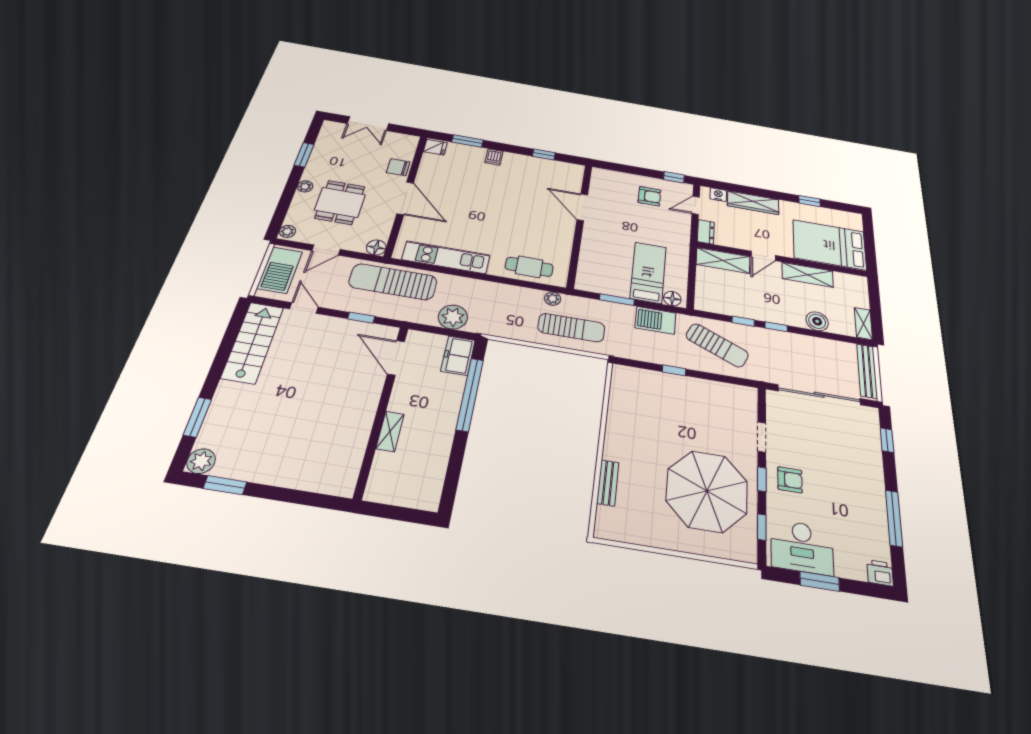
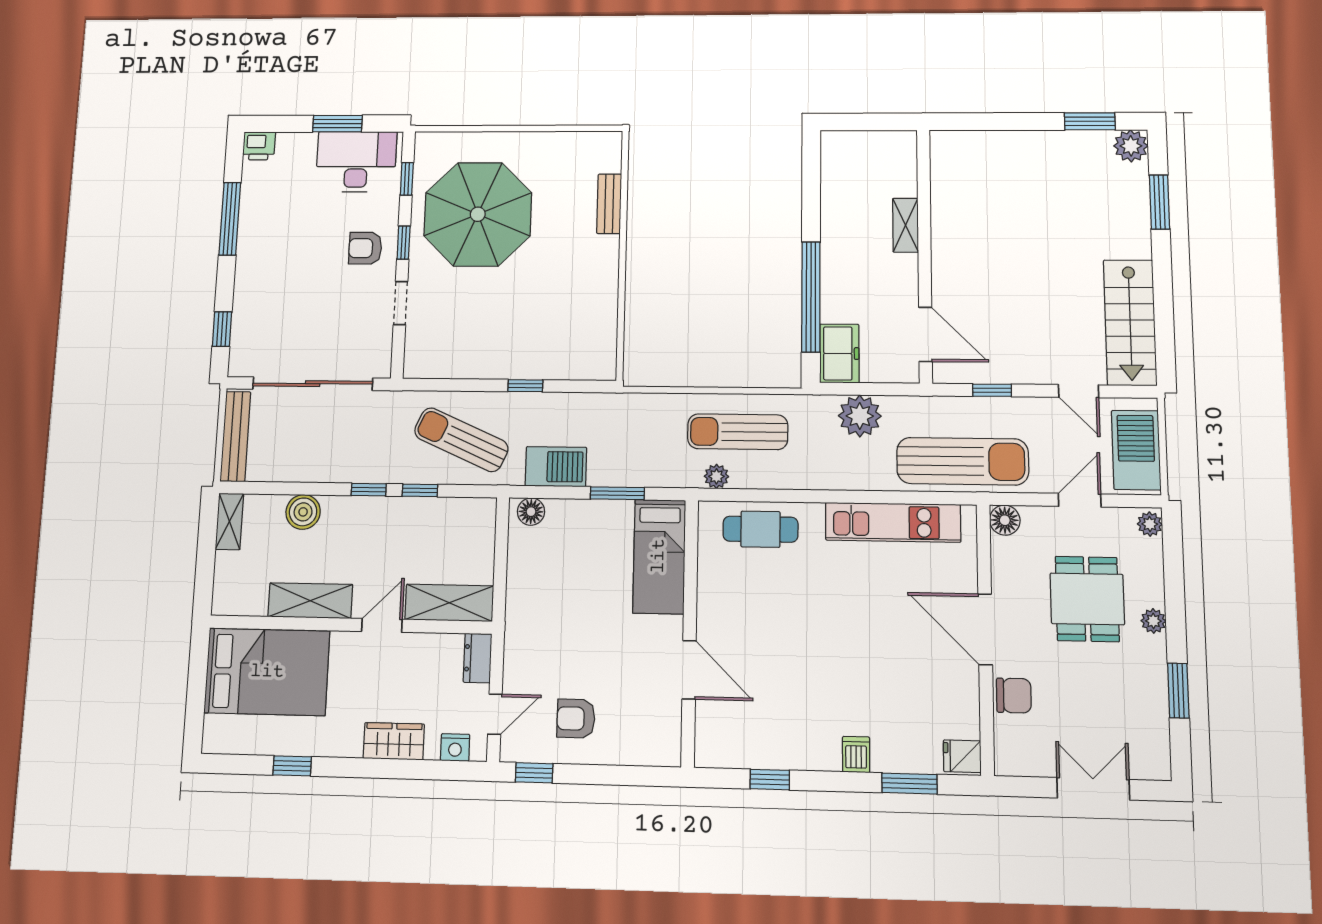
wardrobe: (753, 203) -> (394, 741), width x0.67
bed: (648, 272) -> (659, 556), moved
sun lounger: (571, 328) -> (738, 432), moved

